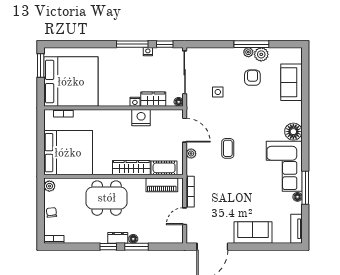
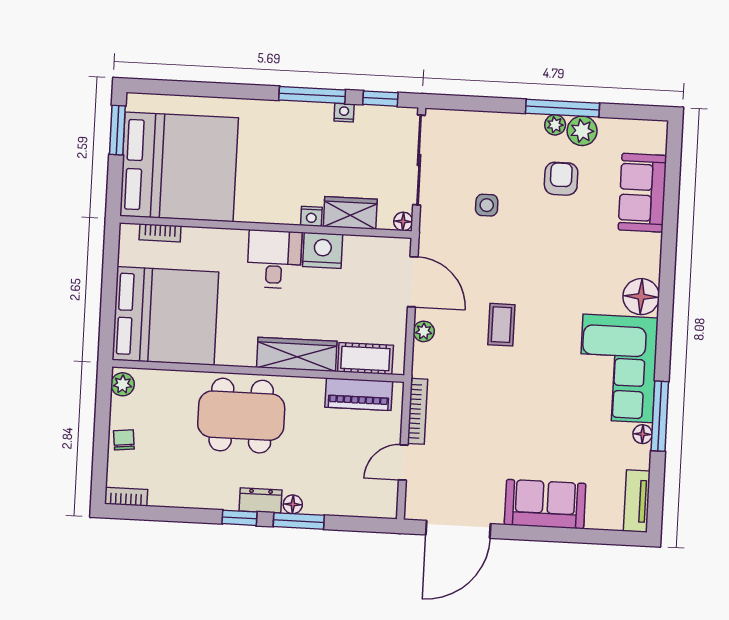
desk: (118, 123) -> (274, 259), added

